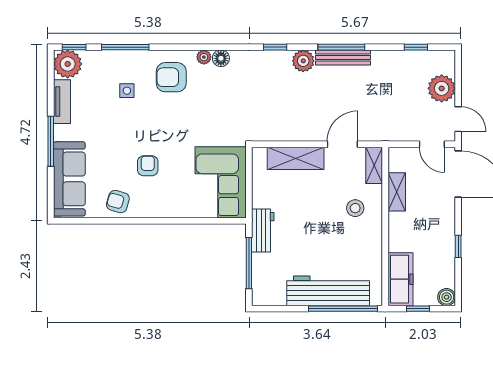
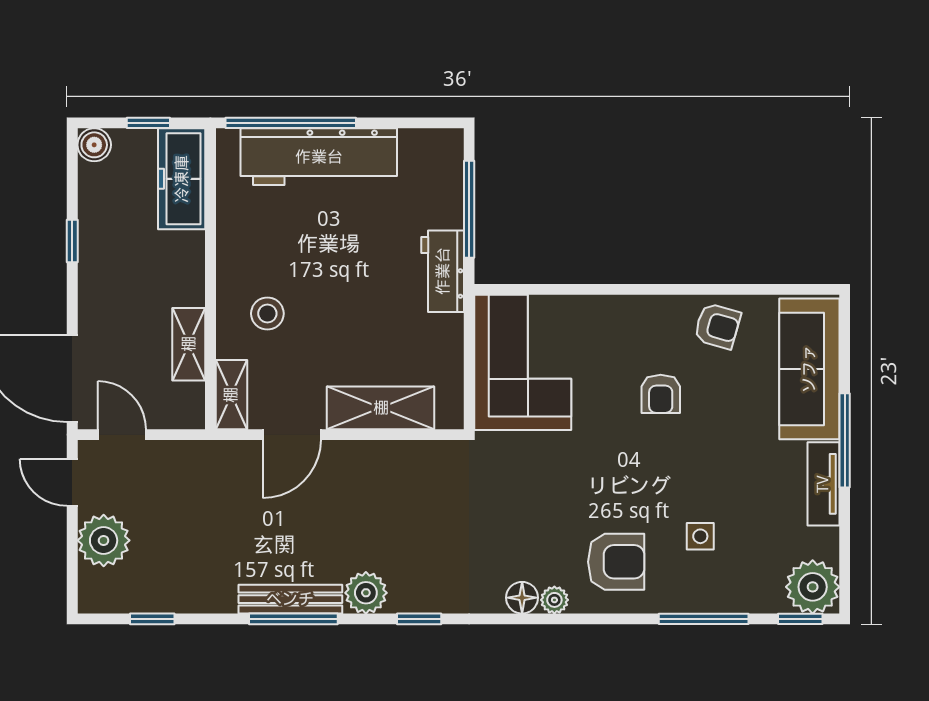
tv unit: (62, 102) -> (823, 484), moved

